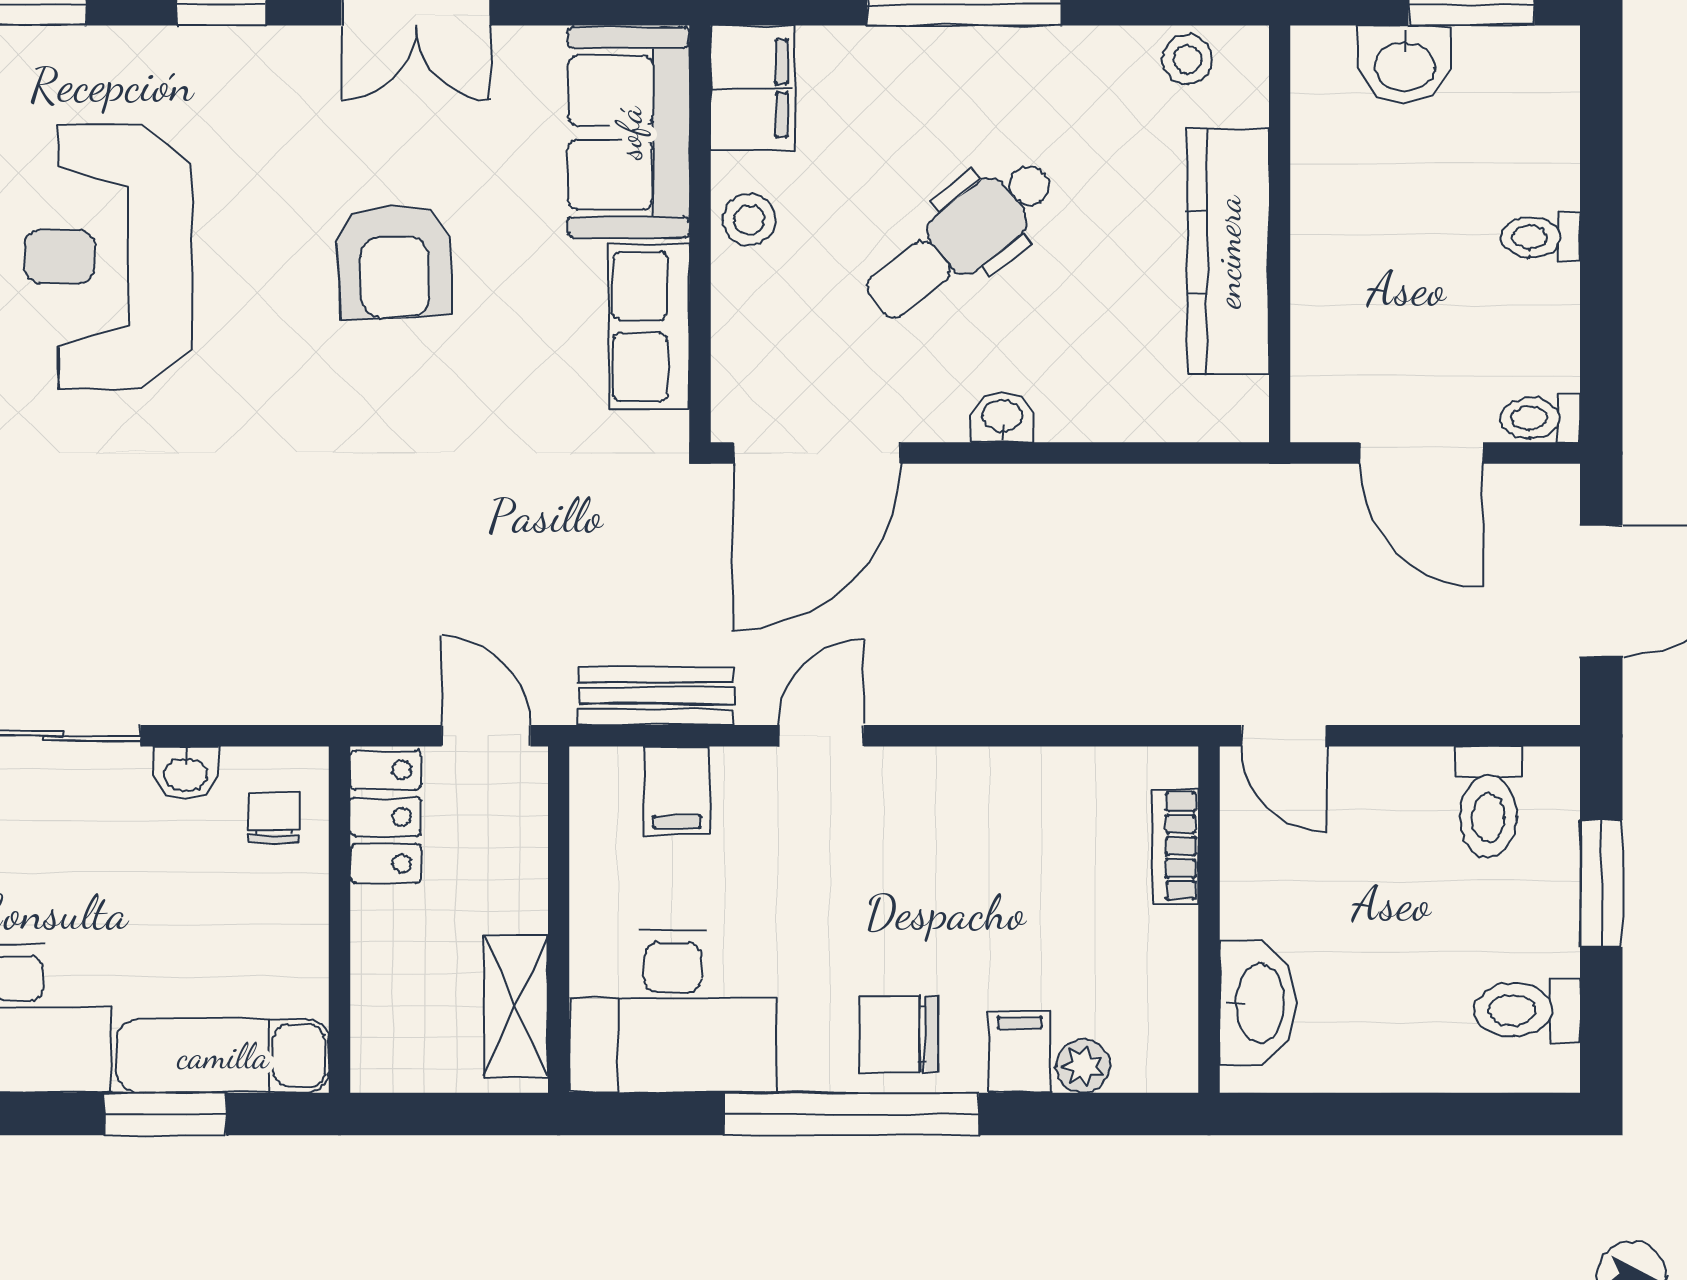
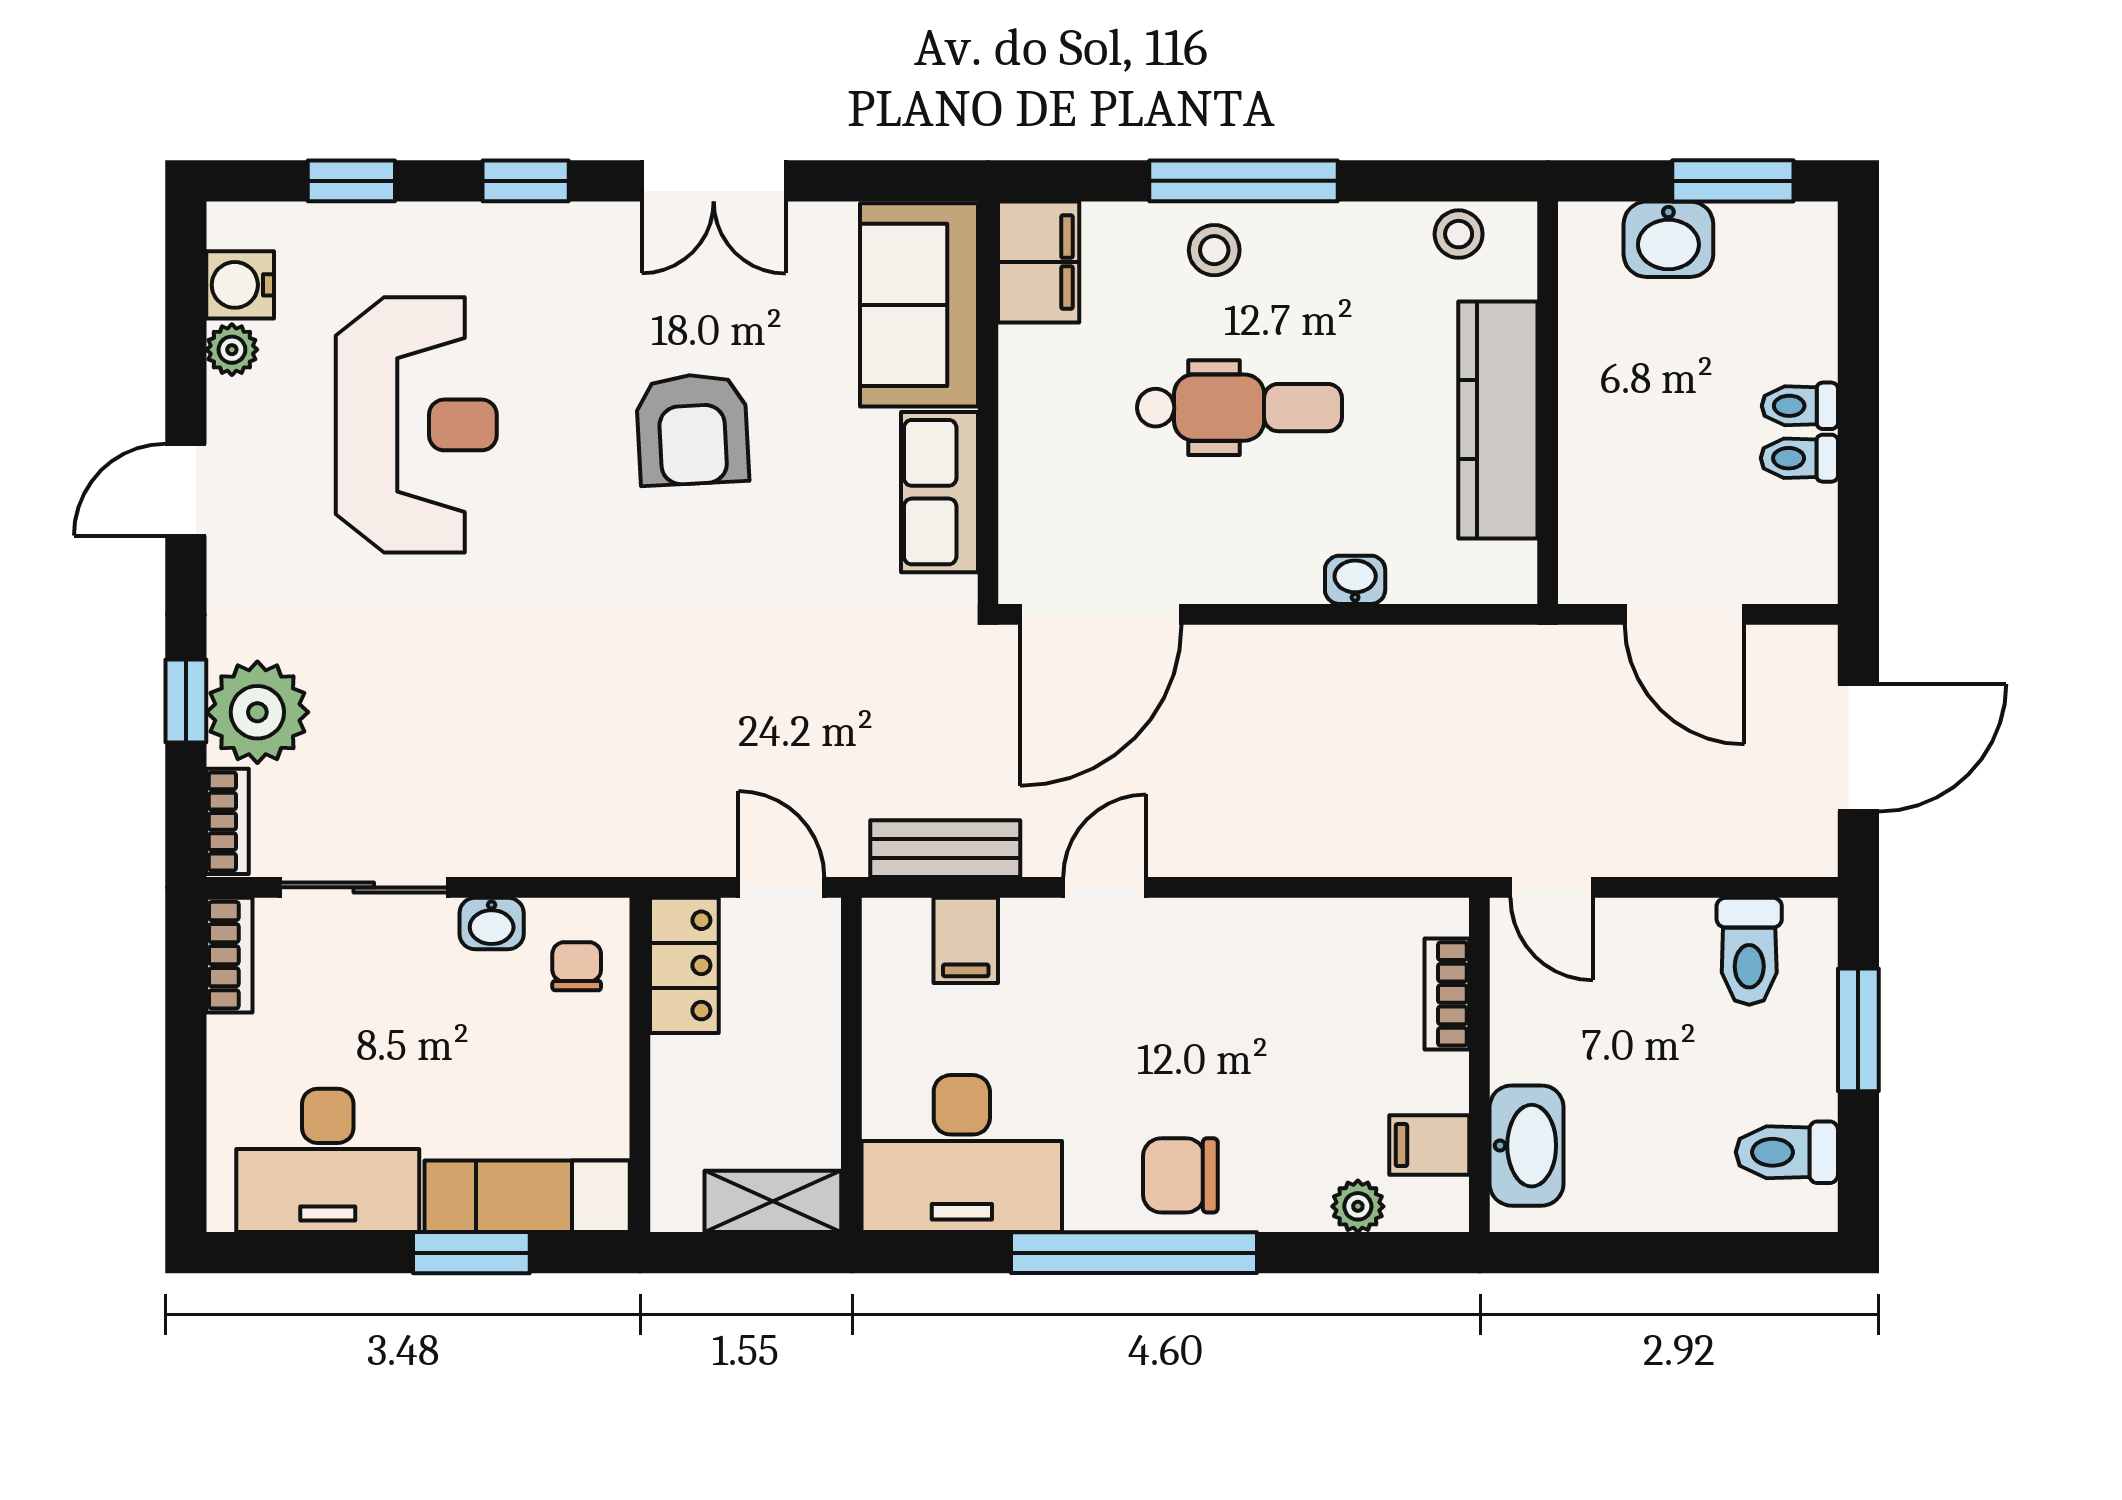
stool: (749, 220) -> (1214, 250), moved
dental chair: (960, 239) -> (1240, 408), turned -142
reception desk: (108, 257) -> (416, 425), turned 180
washbasin: (1002, 417) -> (1355, 580), moved
toilet: (1540, 418) -> (1799, 458), moved
shelving: (516, 1006) -> (773, 1201), moved, turned 90
filing cabinet: (1020, 1051) -> (1429, 1145), moved, turned -90

